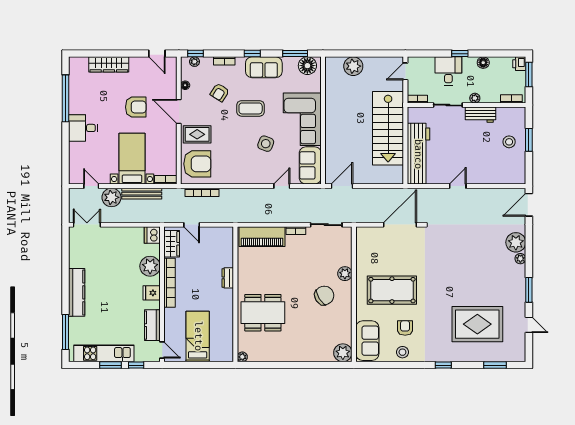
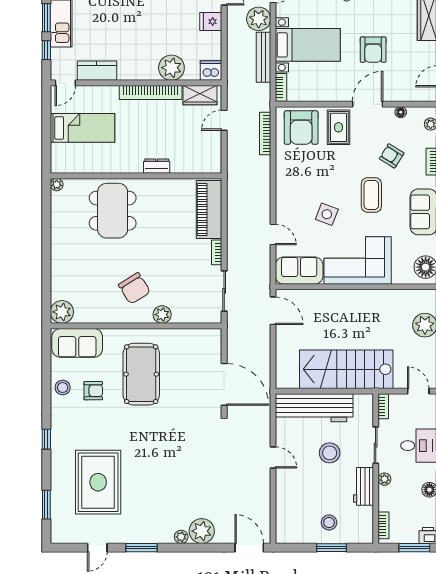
stool: (454, 141) -> (330, 453), added
fridge: (152, 293) -> (211, 21), moved, turned -90

